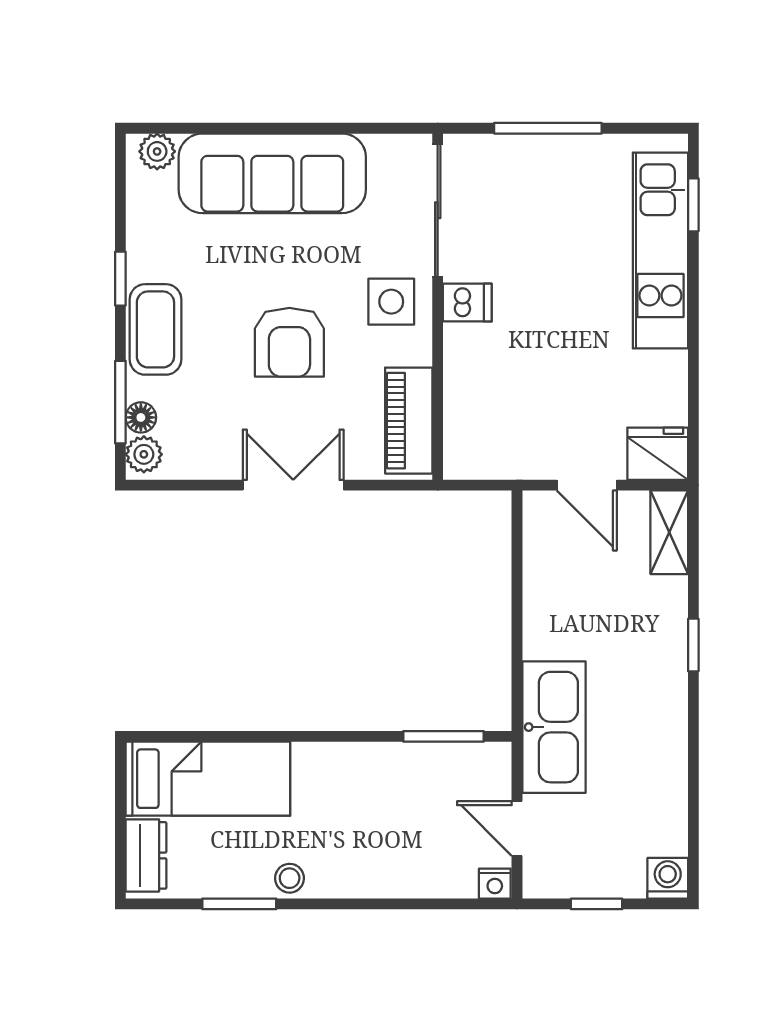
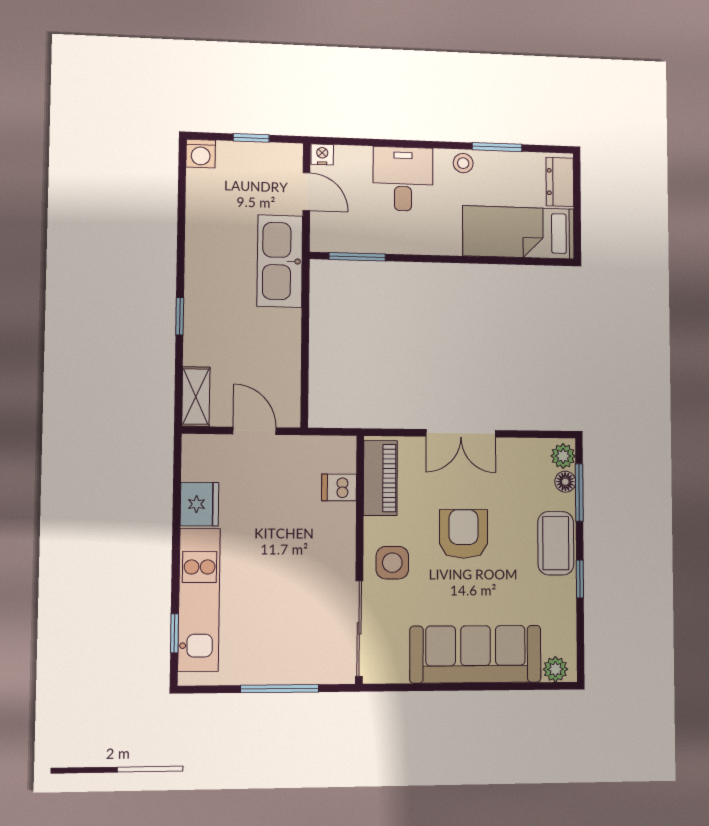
dishwasher: (467, 303) -> (339, 487), moved
fridge: (658, 454) -> (199, 504), moved, turned -90
desk: (378, 852) -> (403, 179), added

